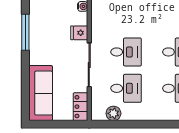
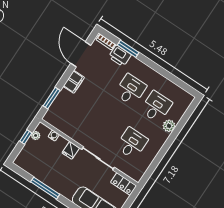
desk: (126, 52) -> (106, 126), removed
plant: (113, 113) -> (169, 126), moved

